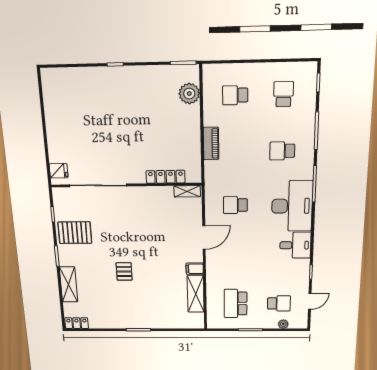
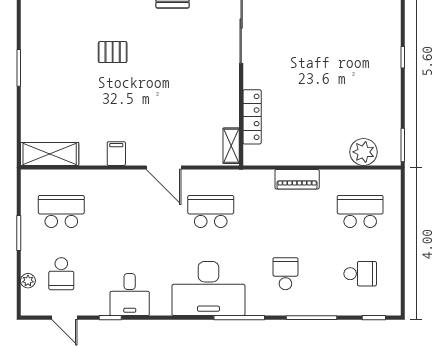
school desk: (235, 95) -> (360, 211), width x1.85
school desk: (235, 205) -> (211, 211), width x1.85
desk: (295, 245) -> (130, 295), moved
shelving: (196, 294) -> (50, 154), moved

